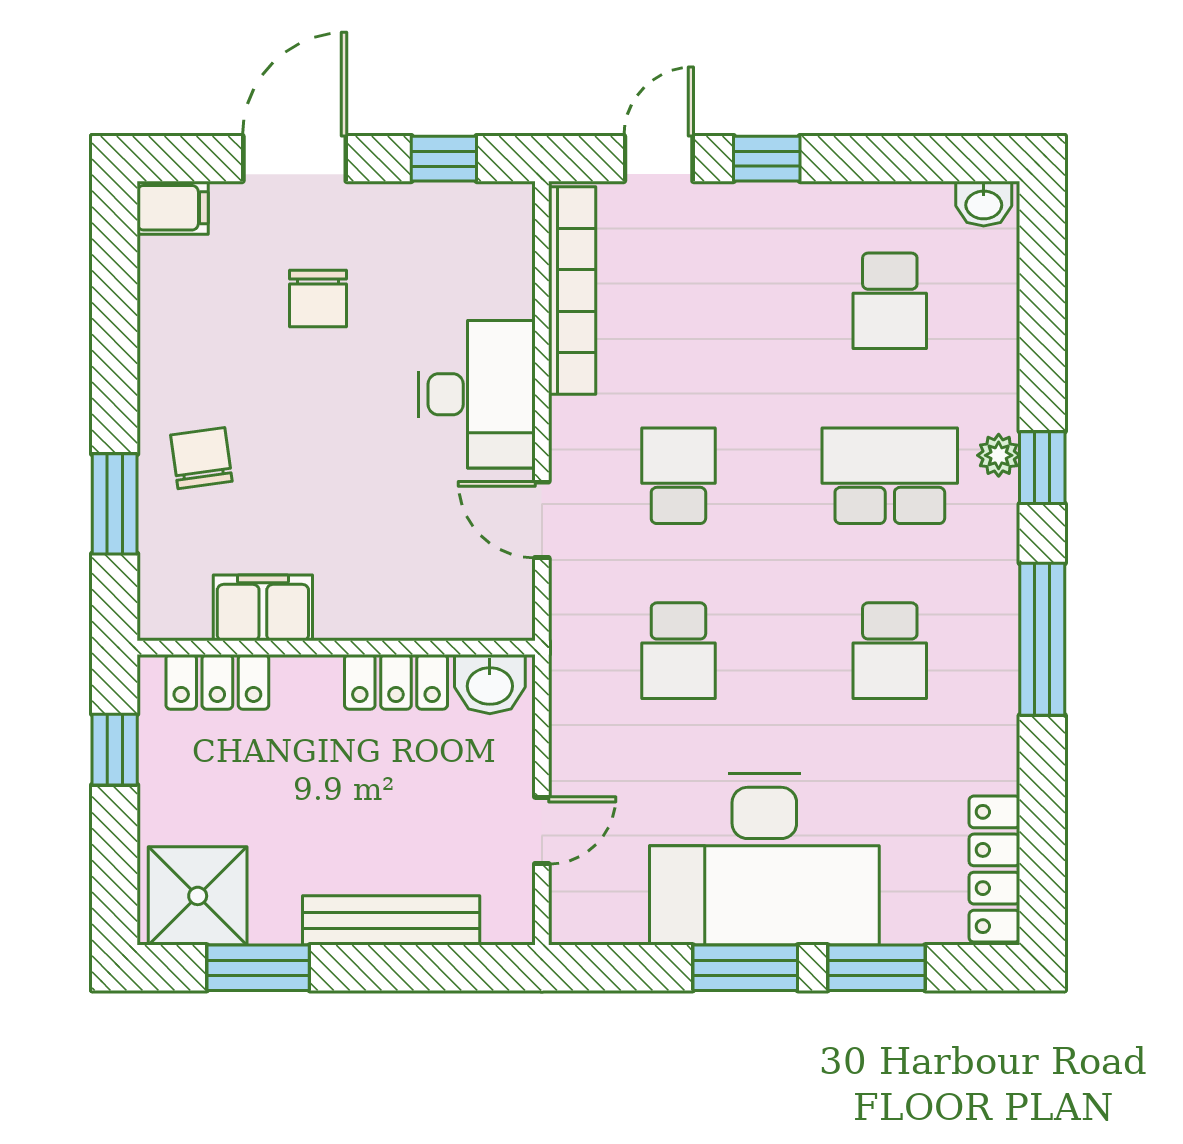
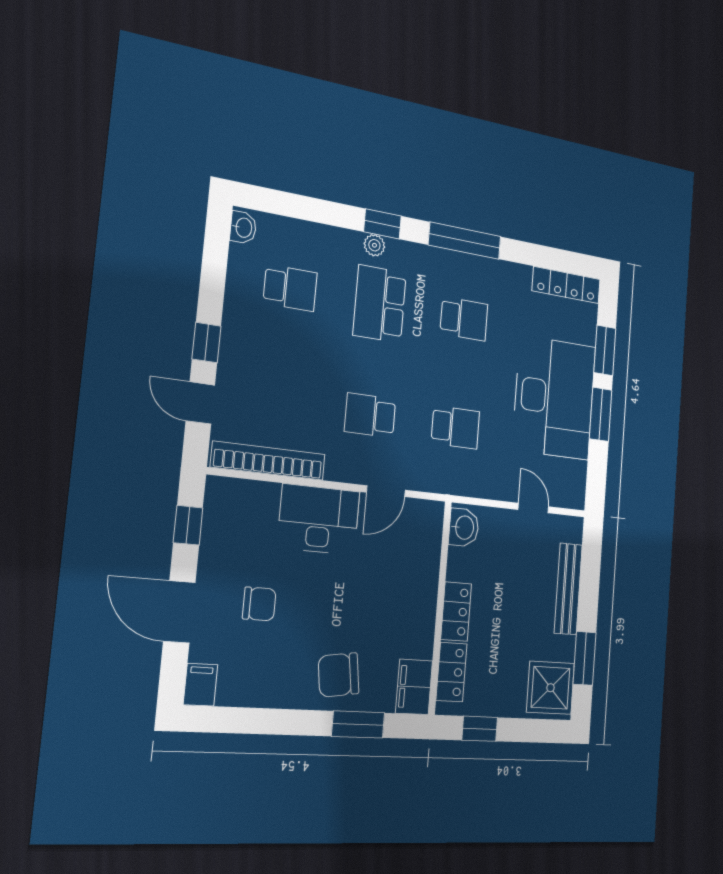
chair: (201, 458) -> (339, 675), width x1.37, depth x1.37
filing cabinet: (263, 608) -> (414, 687), moved
locker: (396, 682) -> (456, 612), moved

